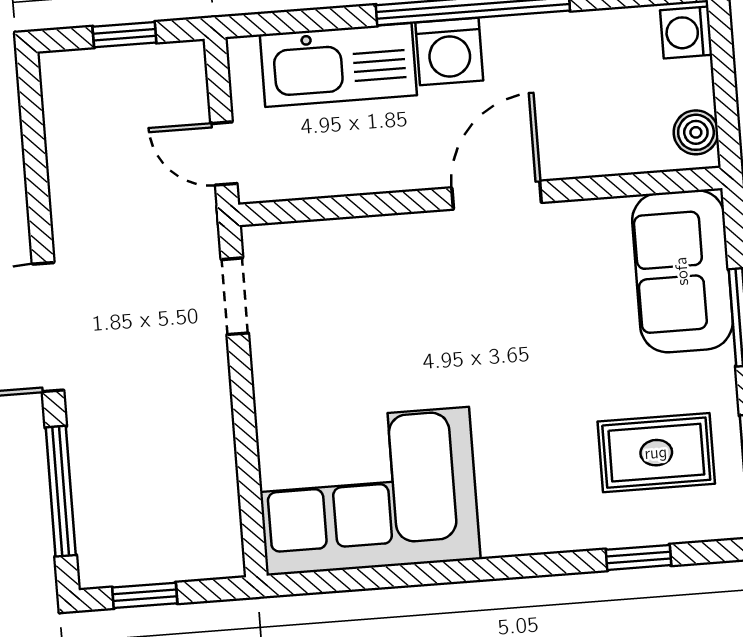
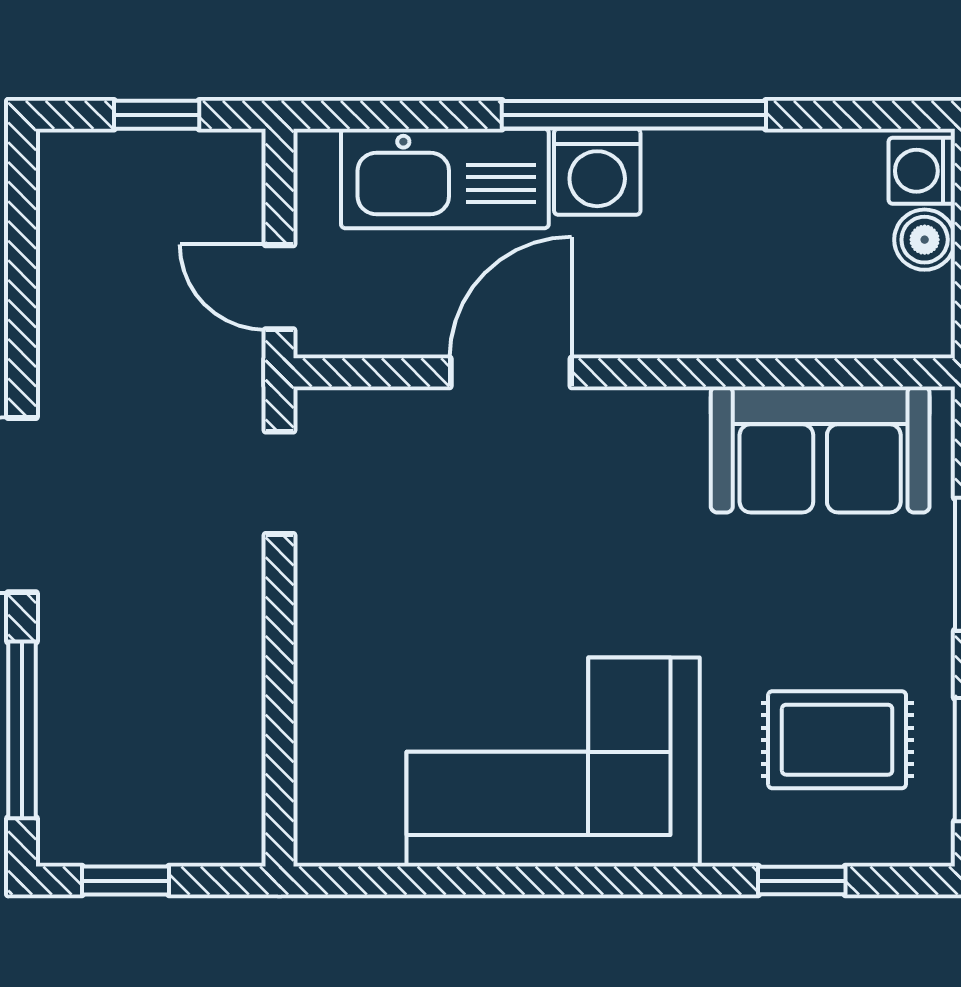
boiler: (696, 132) -> (925, 240), moved
door: (497, 195) -> (511, 372), moved
sofa: (682, 271) -> (820, 449), moved, turned -90
corner sofa: (368, 491) -> (553, 762), moved

